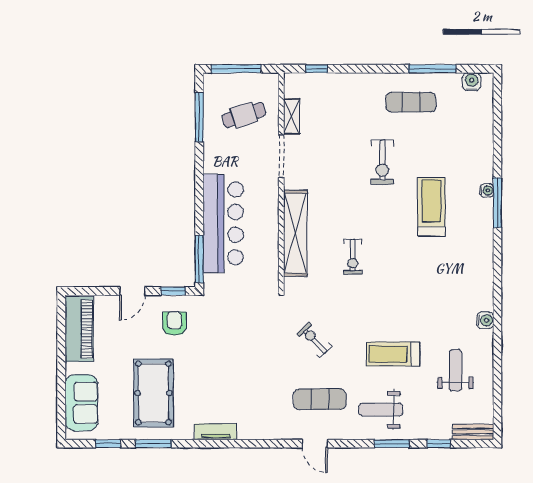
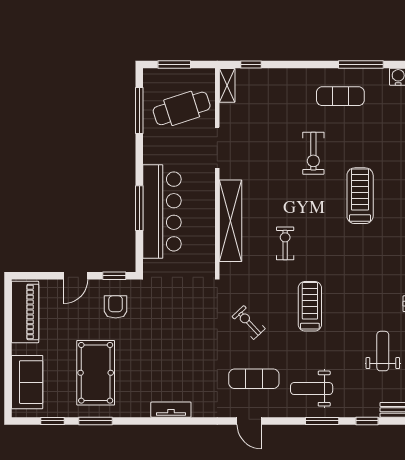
window: (236, 69) -> (174, 64), width x0.69
cafe table: (244, 115) -> (182, 108), width x1.37, depth x1.35
shelving: (292, 116) -> (227, 85), moved
exercise bike: (353, 257) -> (285, 243), turned 180
window: (199, 259) -> (139, 208), moved
treadmill: (393, 354) -> (310, 306), moved, turned 90
tv unit: (216, 432) -> (171, 410), moved

